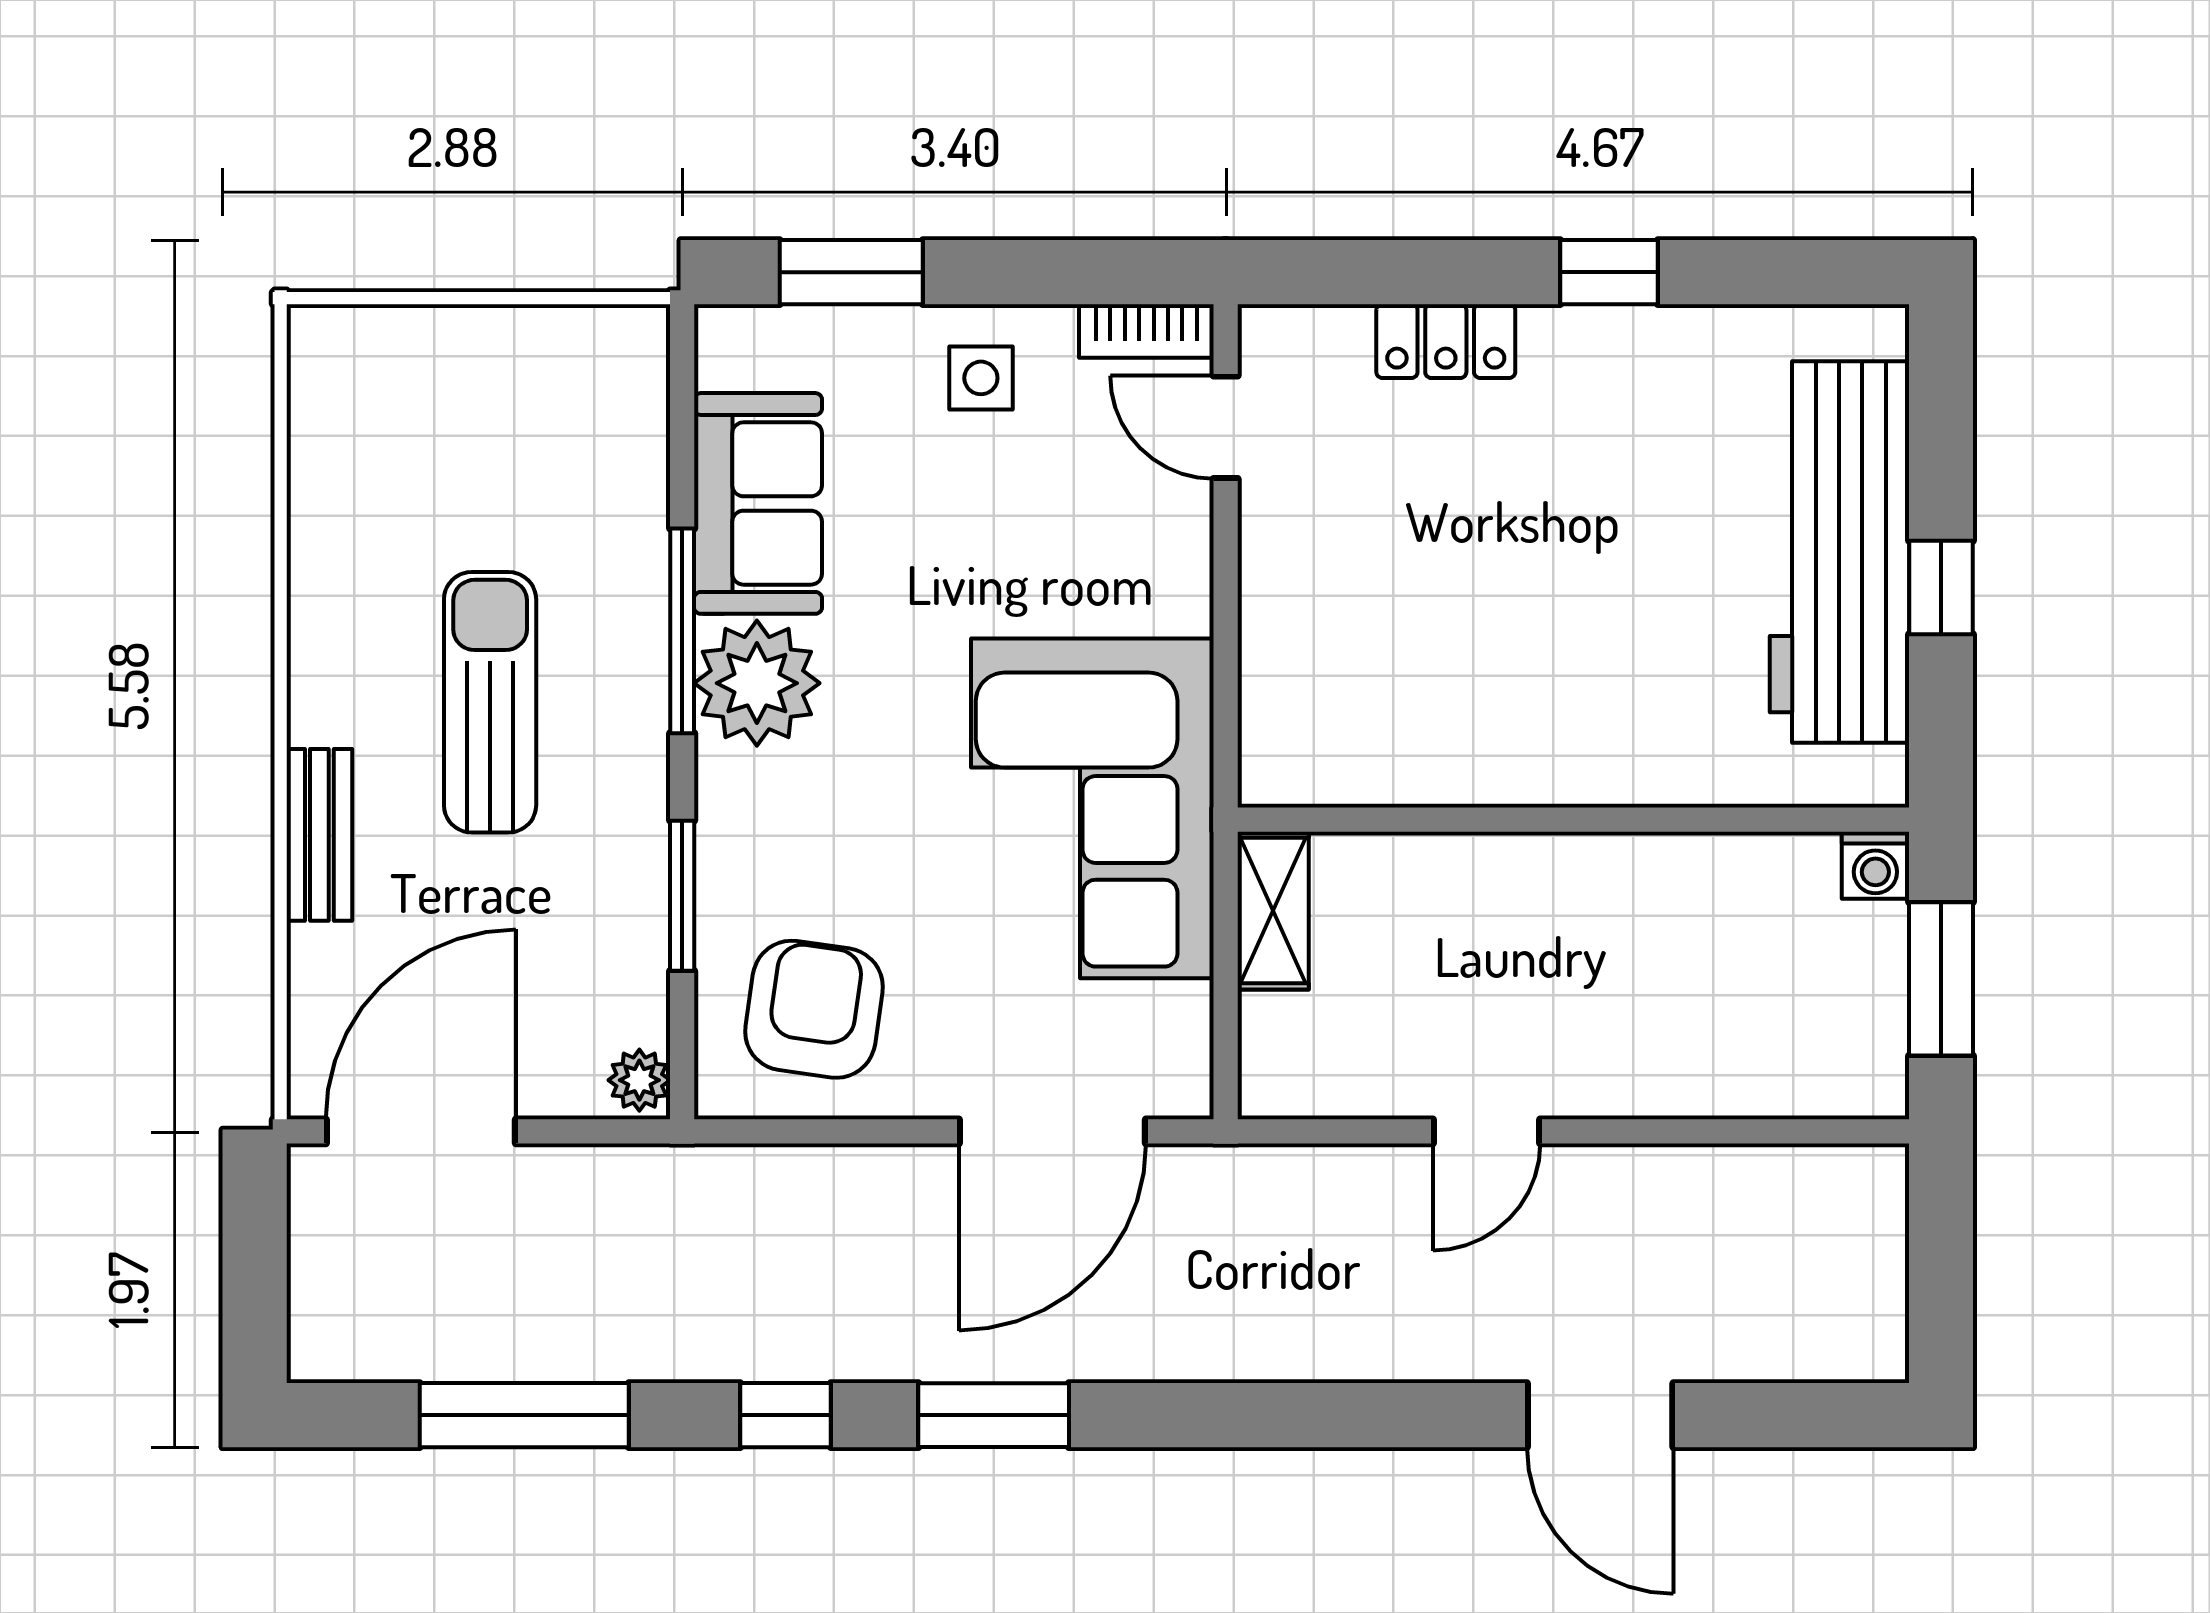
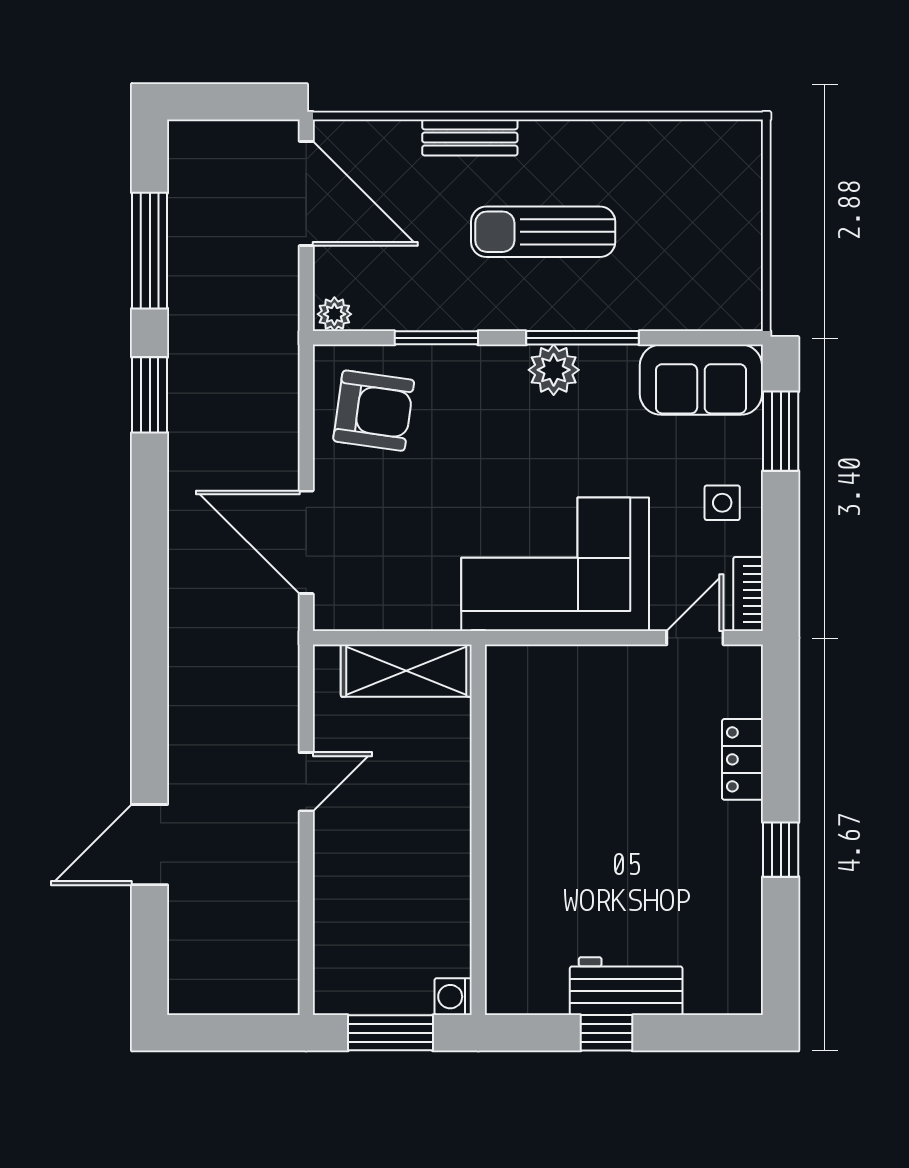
sofa: (758, 503) -> (701, 380), moved
workbench: (1839, 552) -> (626, 986), width x0.53, depth x0.76
plant: (757, 683) -> (554, 370), width x0.73, depth x0.73
sun lounger: (490, 702) -> (543, 232), turned 180
corner sofa: (1092, 808) -> (555, 564), moved
shelving: (1273, 911) -> (406, 671), width x1.50, depth x1.33
door: (1486, 1131) -> (306, 782), swing flipped
window: (786, 1415) -> (150, 395), width x1.50
window: (994, 1415) -> (150, 510), removed

